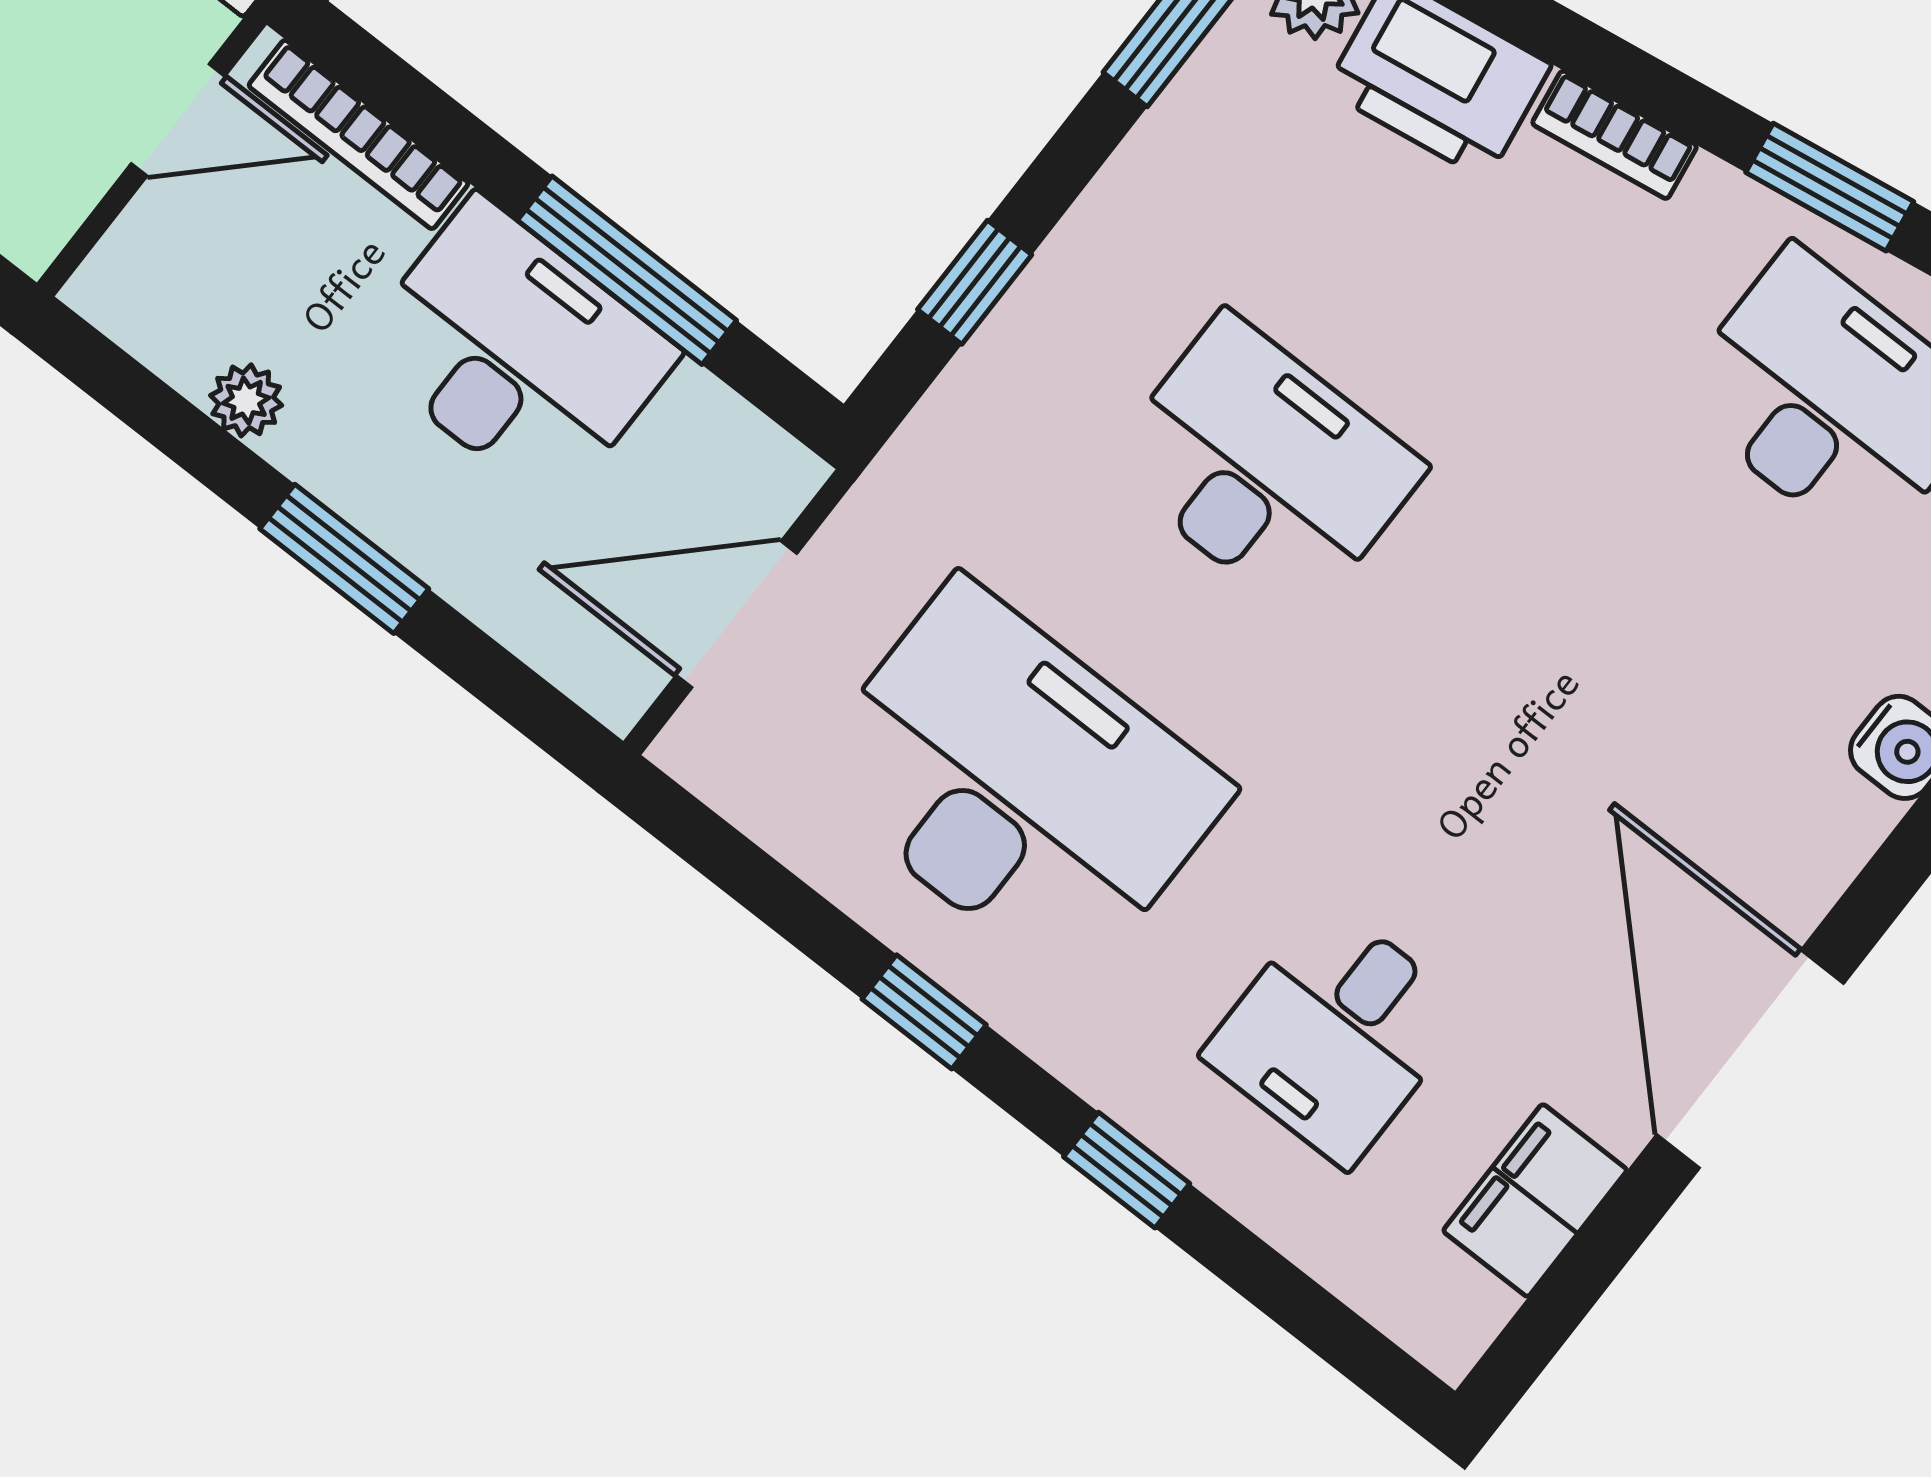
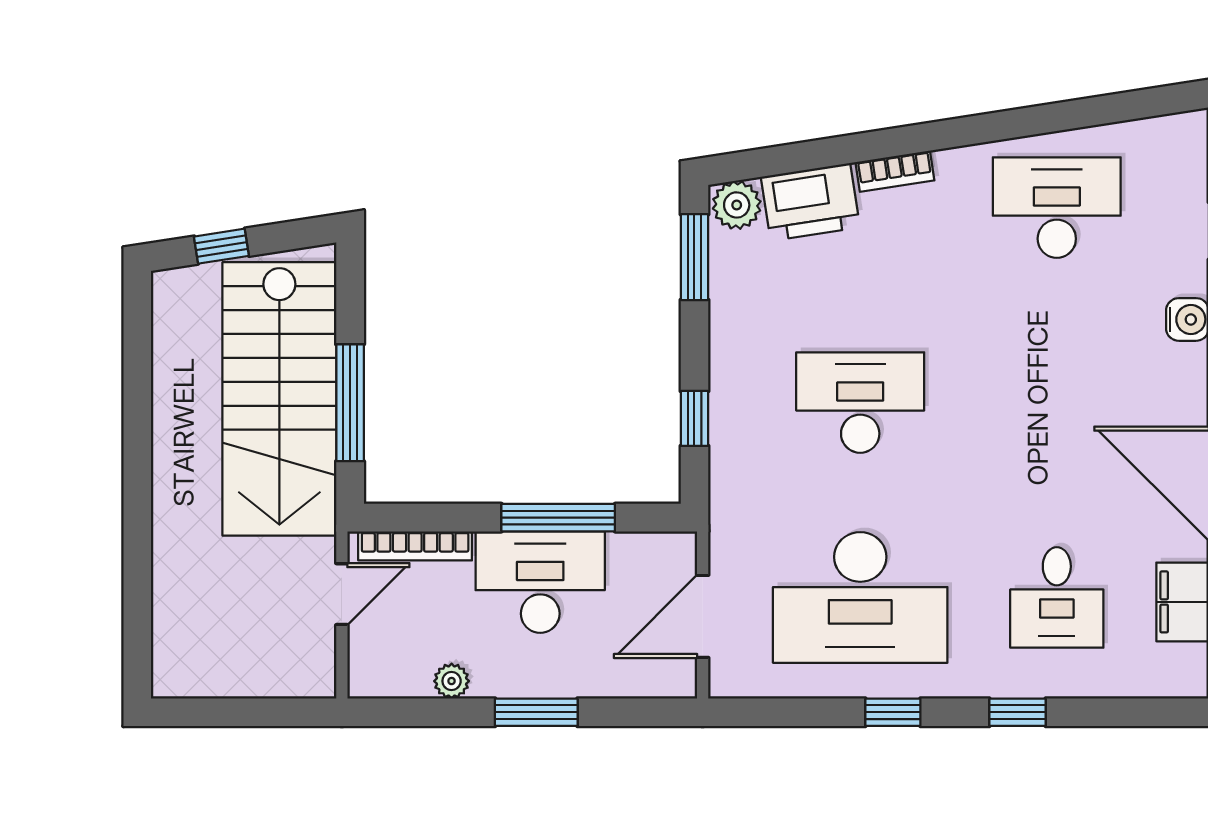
window: (1830, 187) -> (993, 127), removed
desk: (1017, 784) -> (860, 597), turned 180

